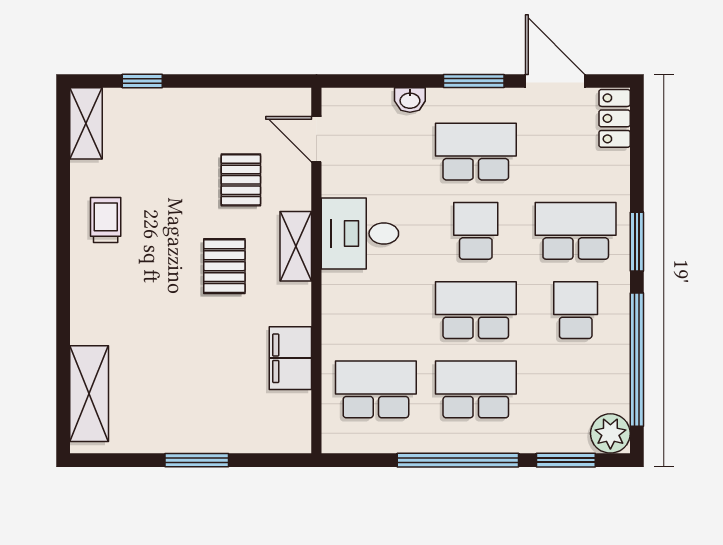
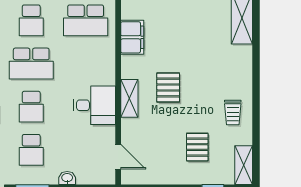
school desk: (476, 152) -> (31, 150), width x0.54
pallet: (241, 180) -> (197, 147), moved
school desk: (476, 389) -> (31, 20), width x0.54

